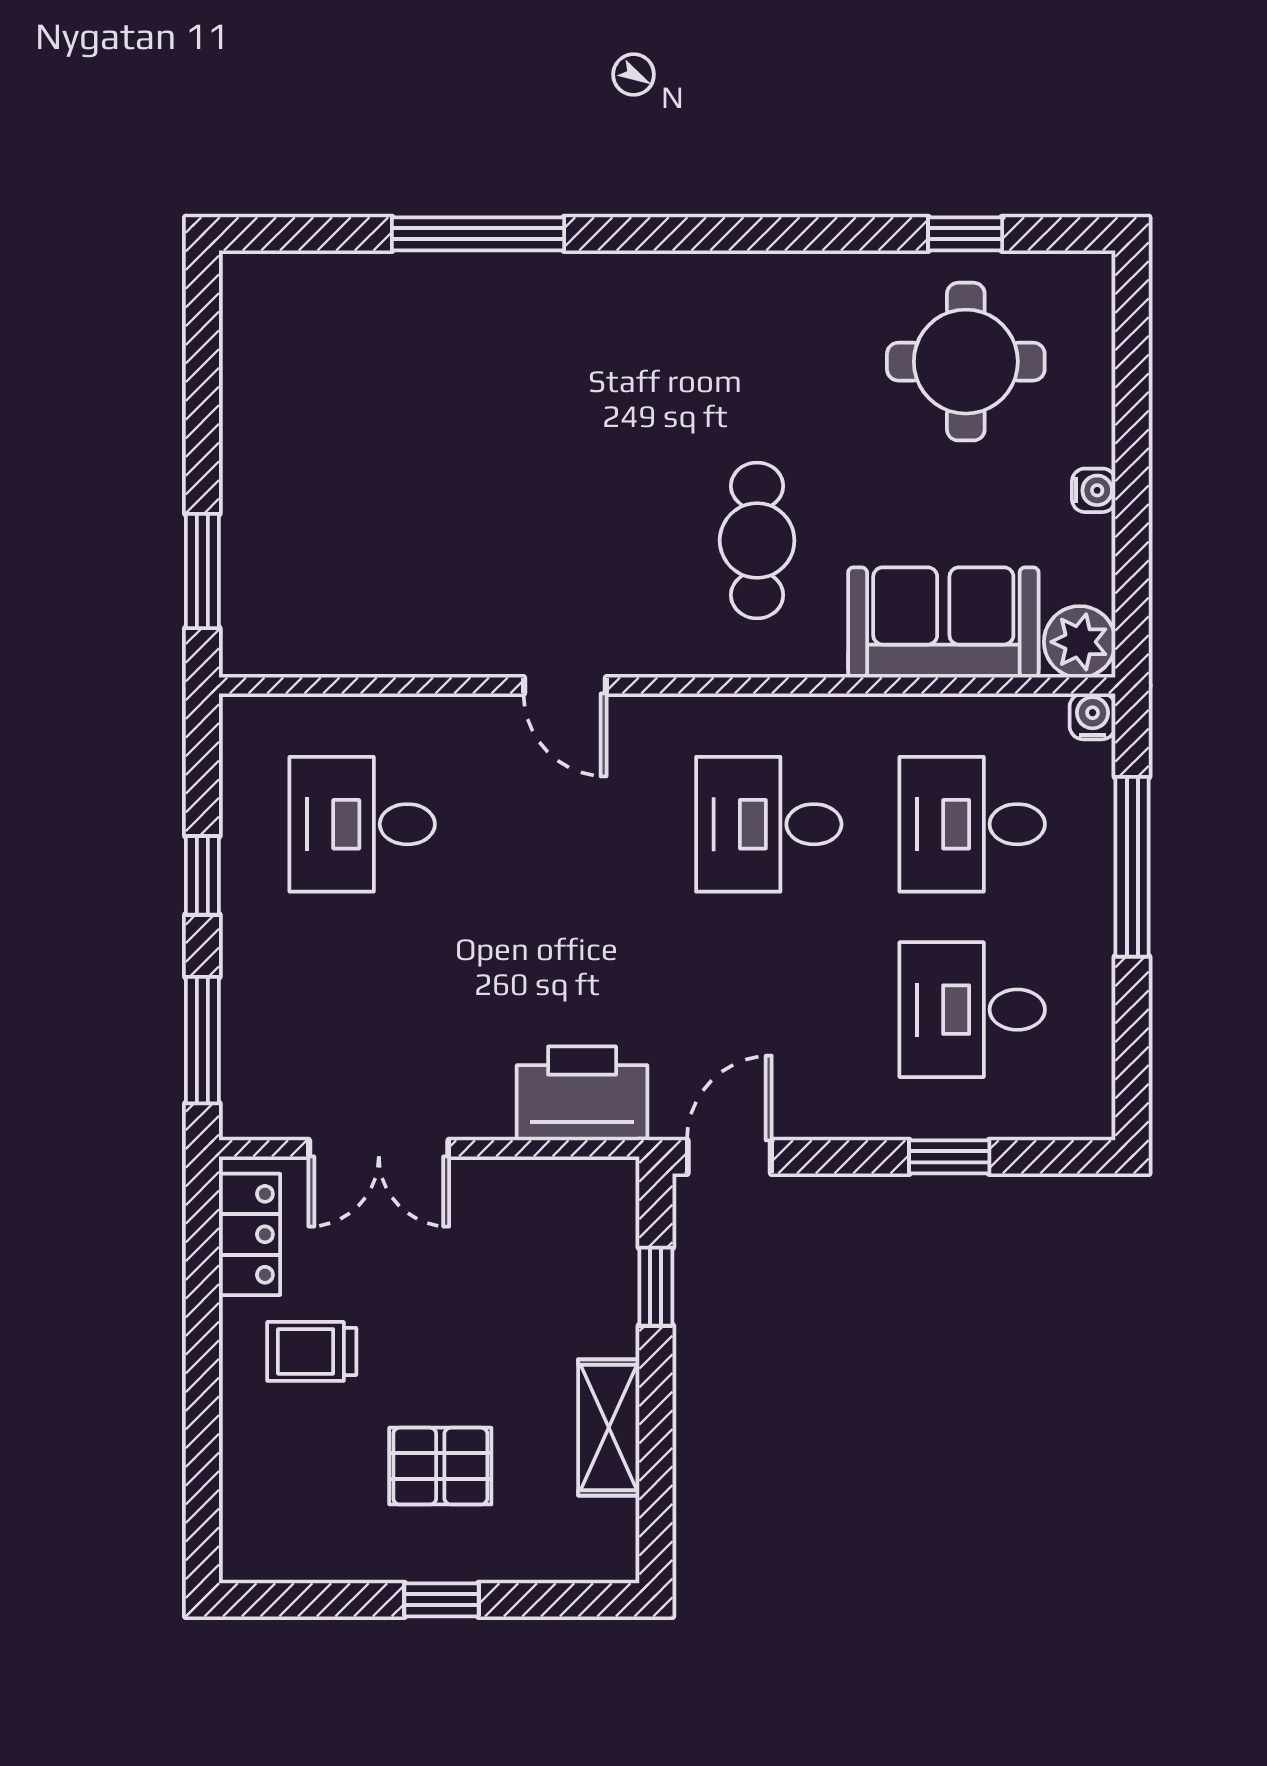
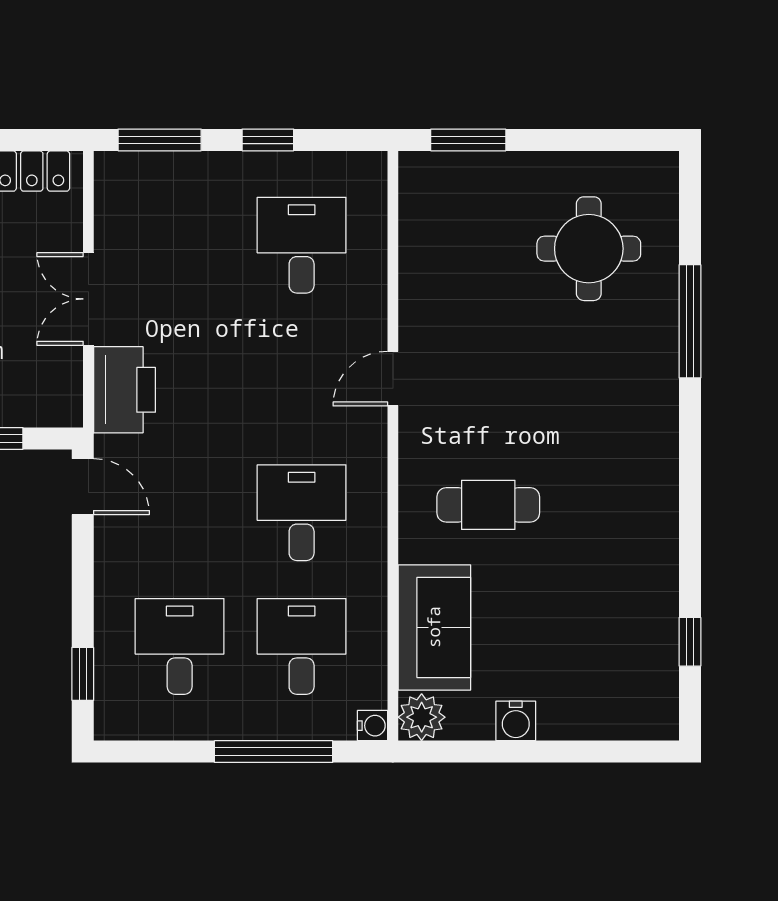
round table: (966, 362) -> (589, 249), moved
water cooler: (1094, 490) -> (516, 721), width x1.38, depth x1.38
double door: (379, 1148) -> (88, 299), moved
window: (949, 1157) -> (83, 674), moved

